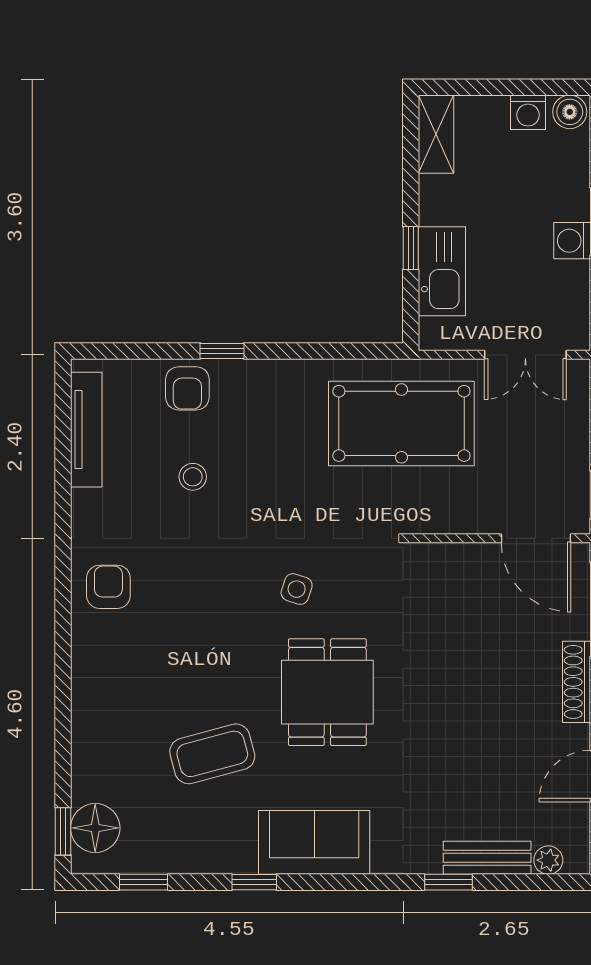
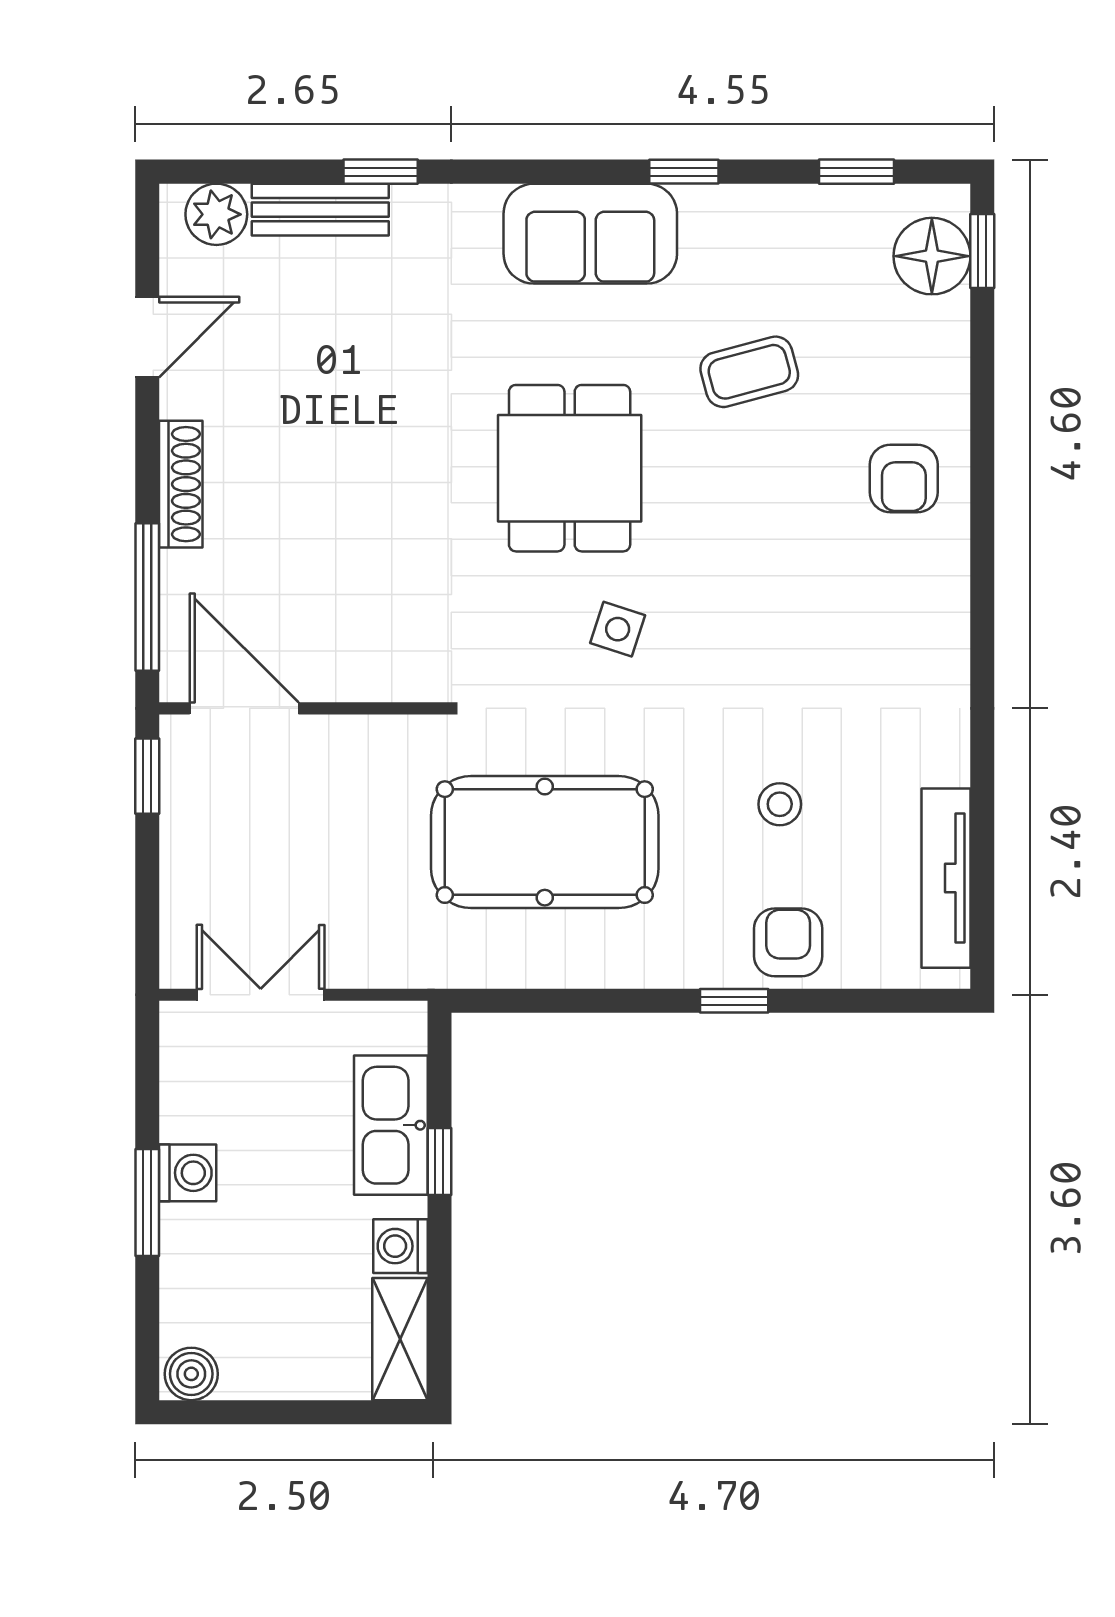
washing machine: (528, 112) -> (400, 1246), moved, turned -90
pool table: (401, 423) -> (545, 842), moved
armchair: (108, 587) -> (904, 478), moved
coffee table: (212, 754) -> (749, 372), width x0.73, depth x0.77
plant: (548, 860) -> (216, 214), width x1.38, depth x1.38

